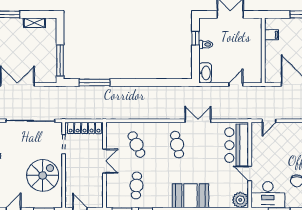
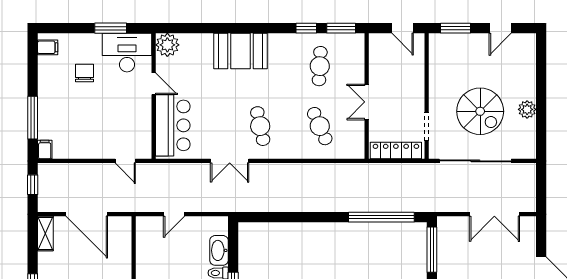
washbasin: (205, 73) -> (219, 250), moved
window: (94, 82) -> (381, 217), width x1.46
door: (269, 121) -> (125, 161), swing flipped
spiral stairs: (43, 175) -> (480, 111), moved, turned -90

